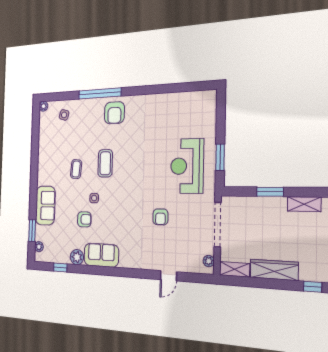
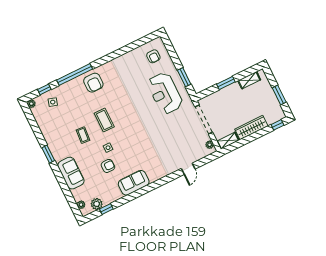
window: (63, 96) -> (44, 89), added
armchair: (160, 217) -> (153, 56), moved
window: (32, 231) -> (48, 154), moved
plant: (77, 257) -> (97, 204), moved

